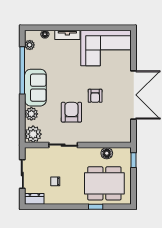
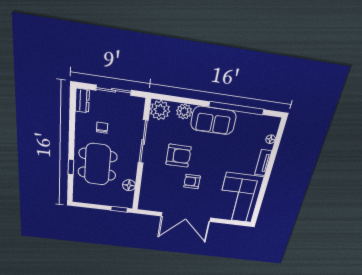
plant: (30, 45) -> (263, 121), removed
sliding door: (63, 145) -> (143, 142), width x1.37
dining table: (104, 183) -> (97, 164), moved

